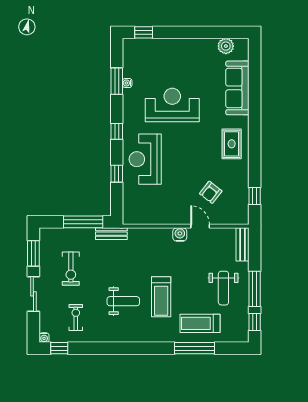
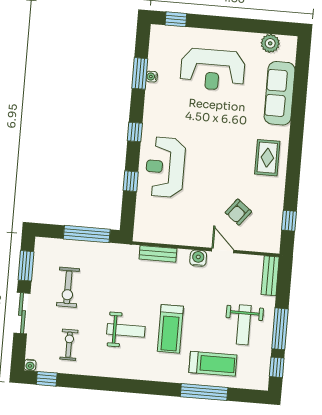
reception desk: (172, 105) -> (213, 70), moved, turned 180
bench: (111, 234) -> (158, 254), moved
treadmill: (200, 323) -> (213, 364), turned 180

